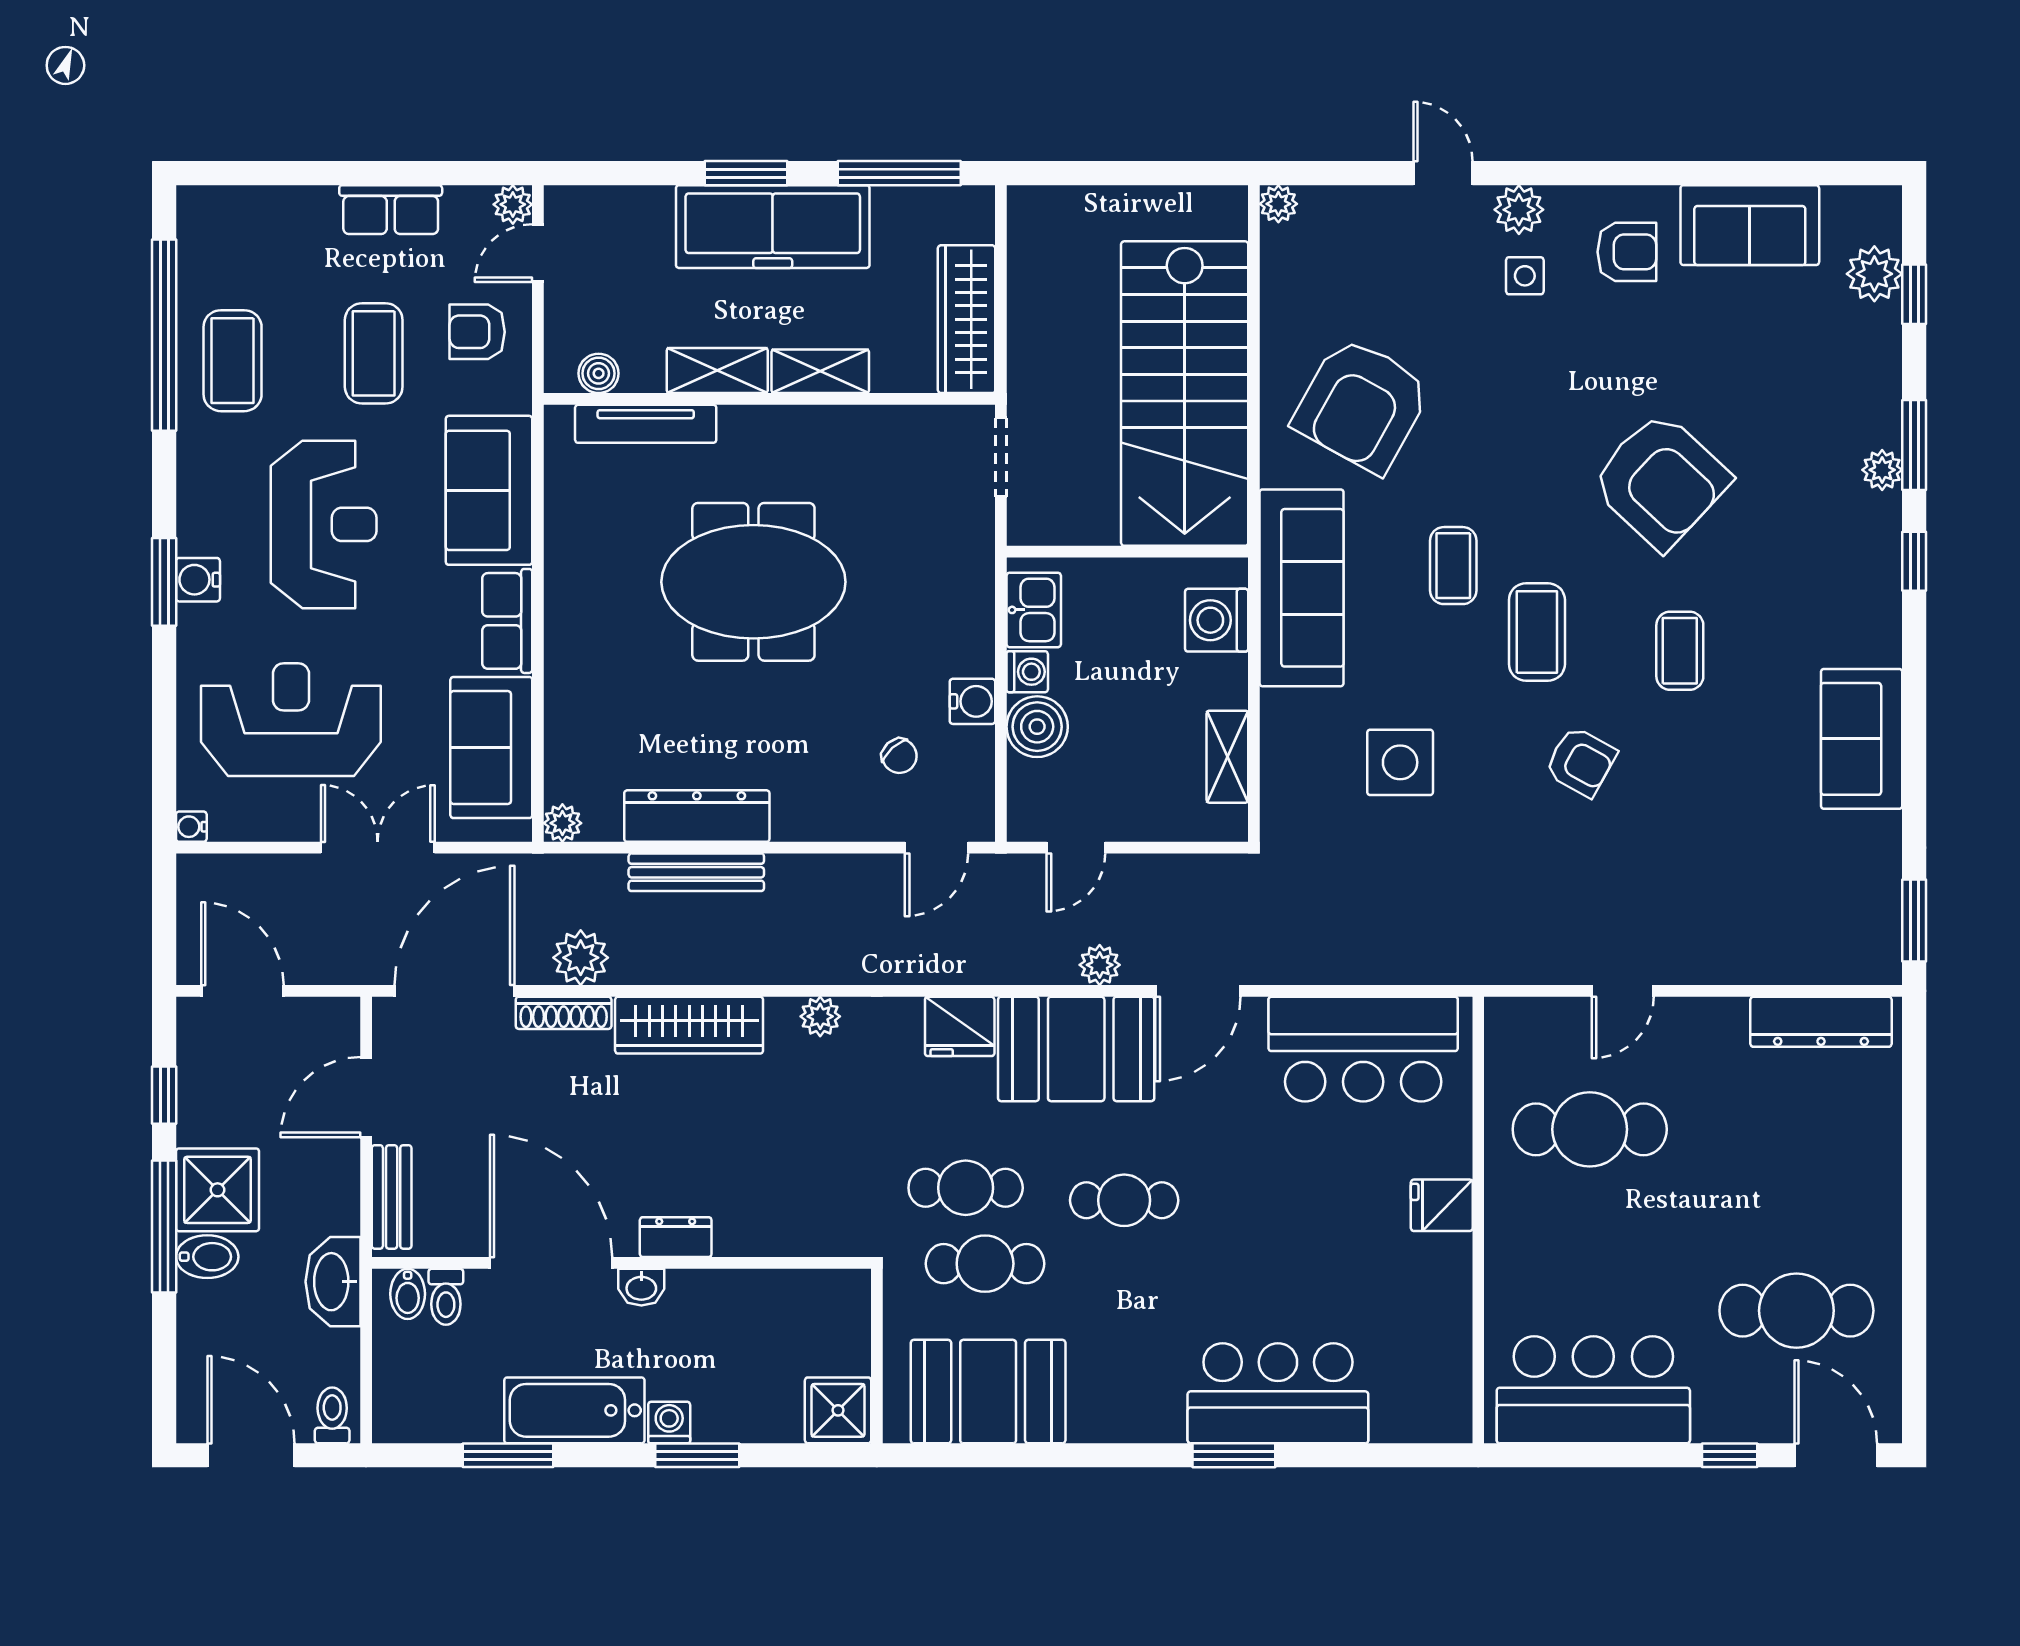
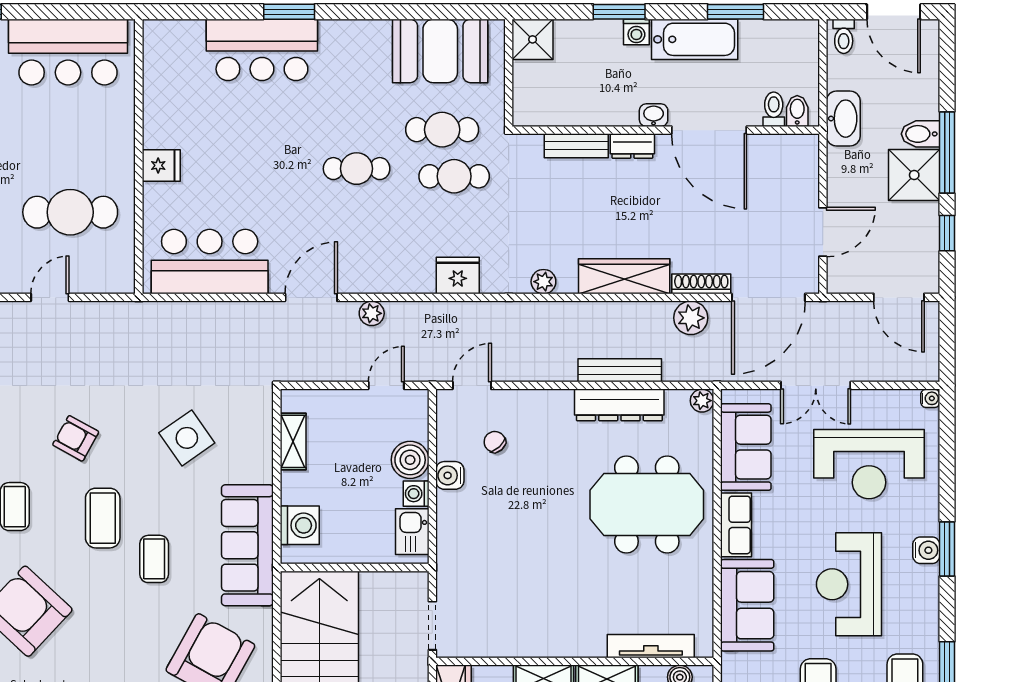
meeting table: (753, 582) -> (647, 504), moved
side table: (1400, 762) -> (187, 438), turned -35
booth: (1076, 1049) -> (386, 262), removed
bench: (392, 1197) -> (576, 146), moved, turned 90

